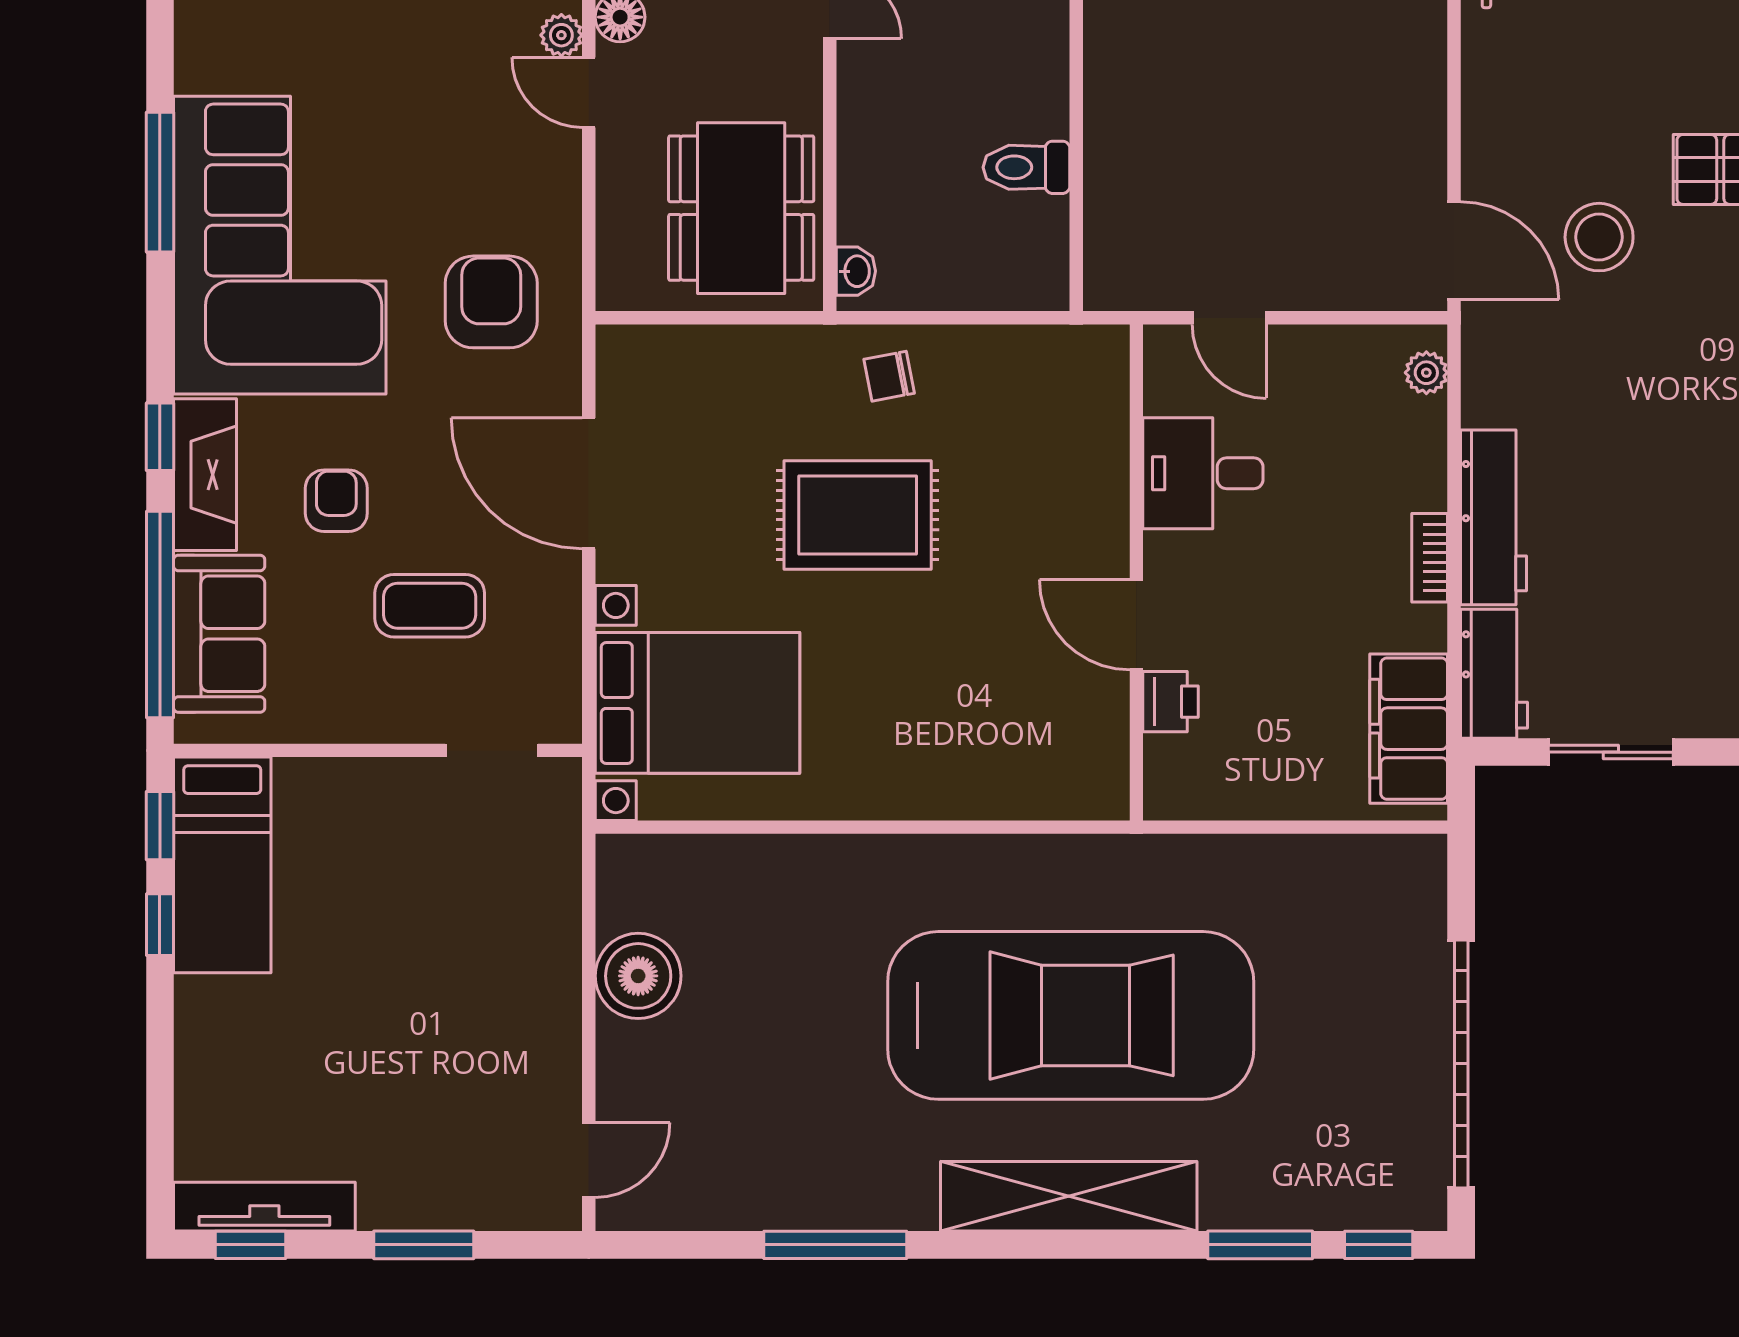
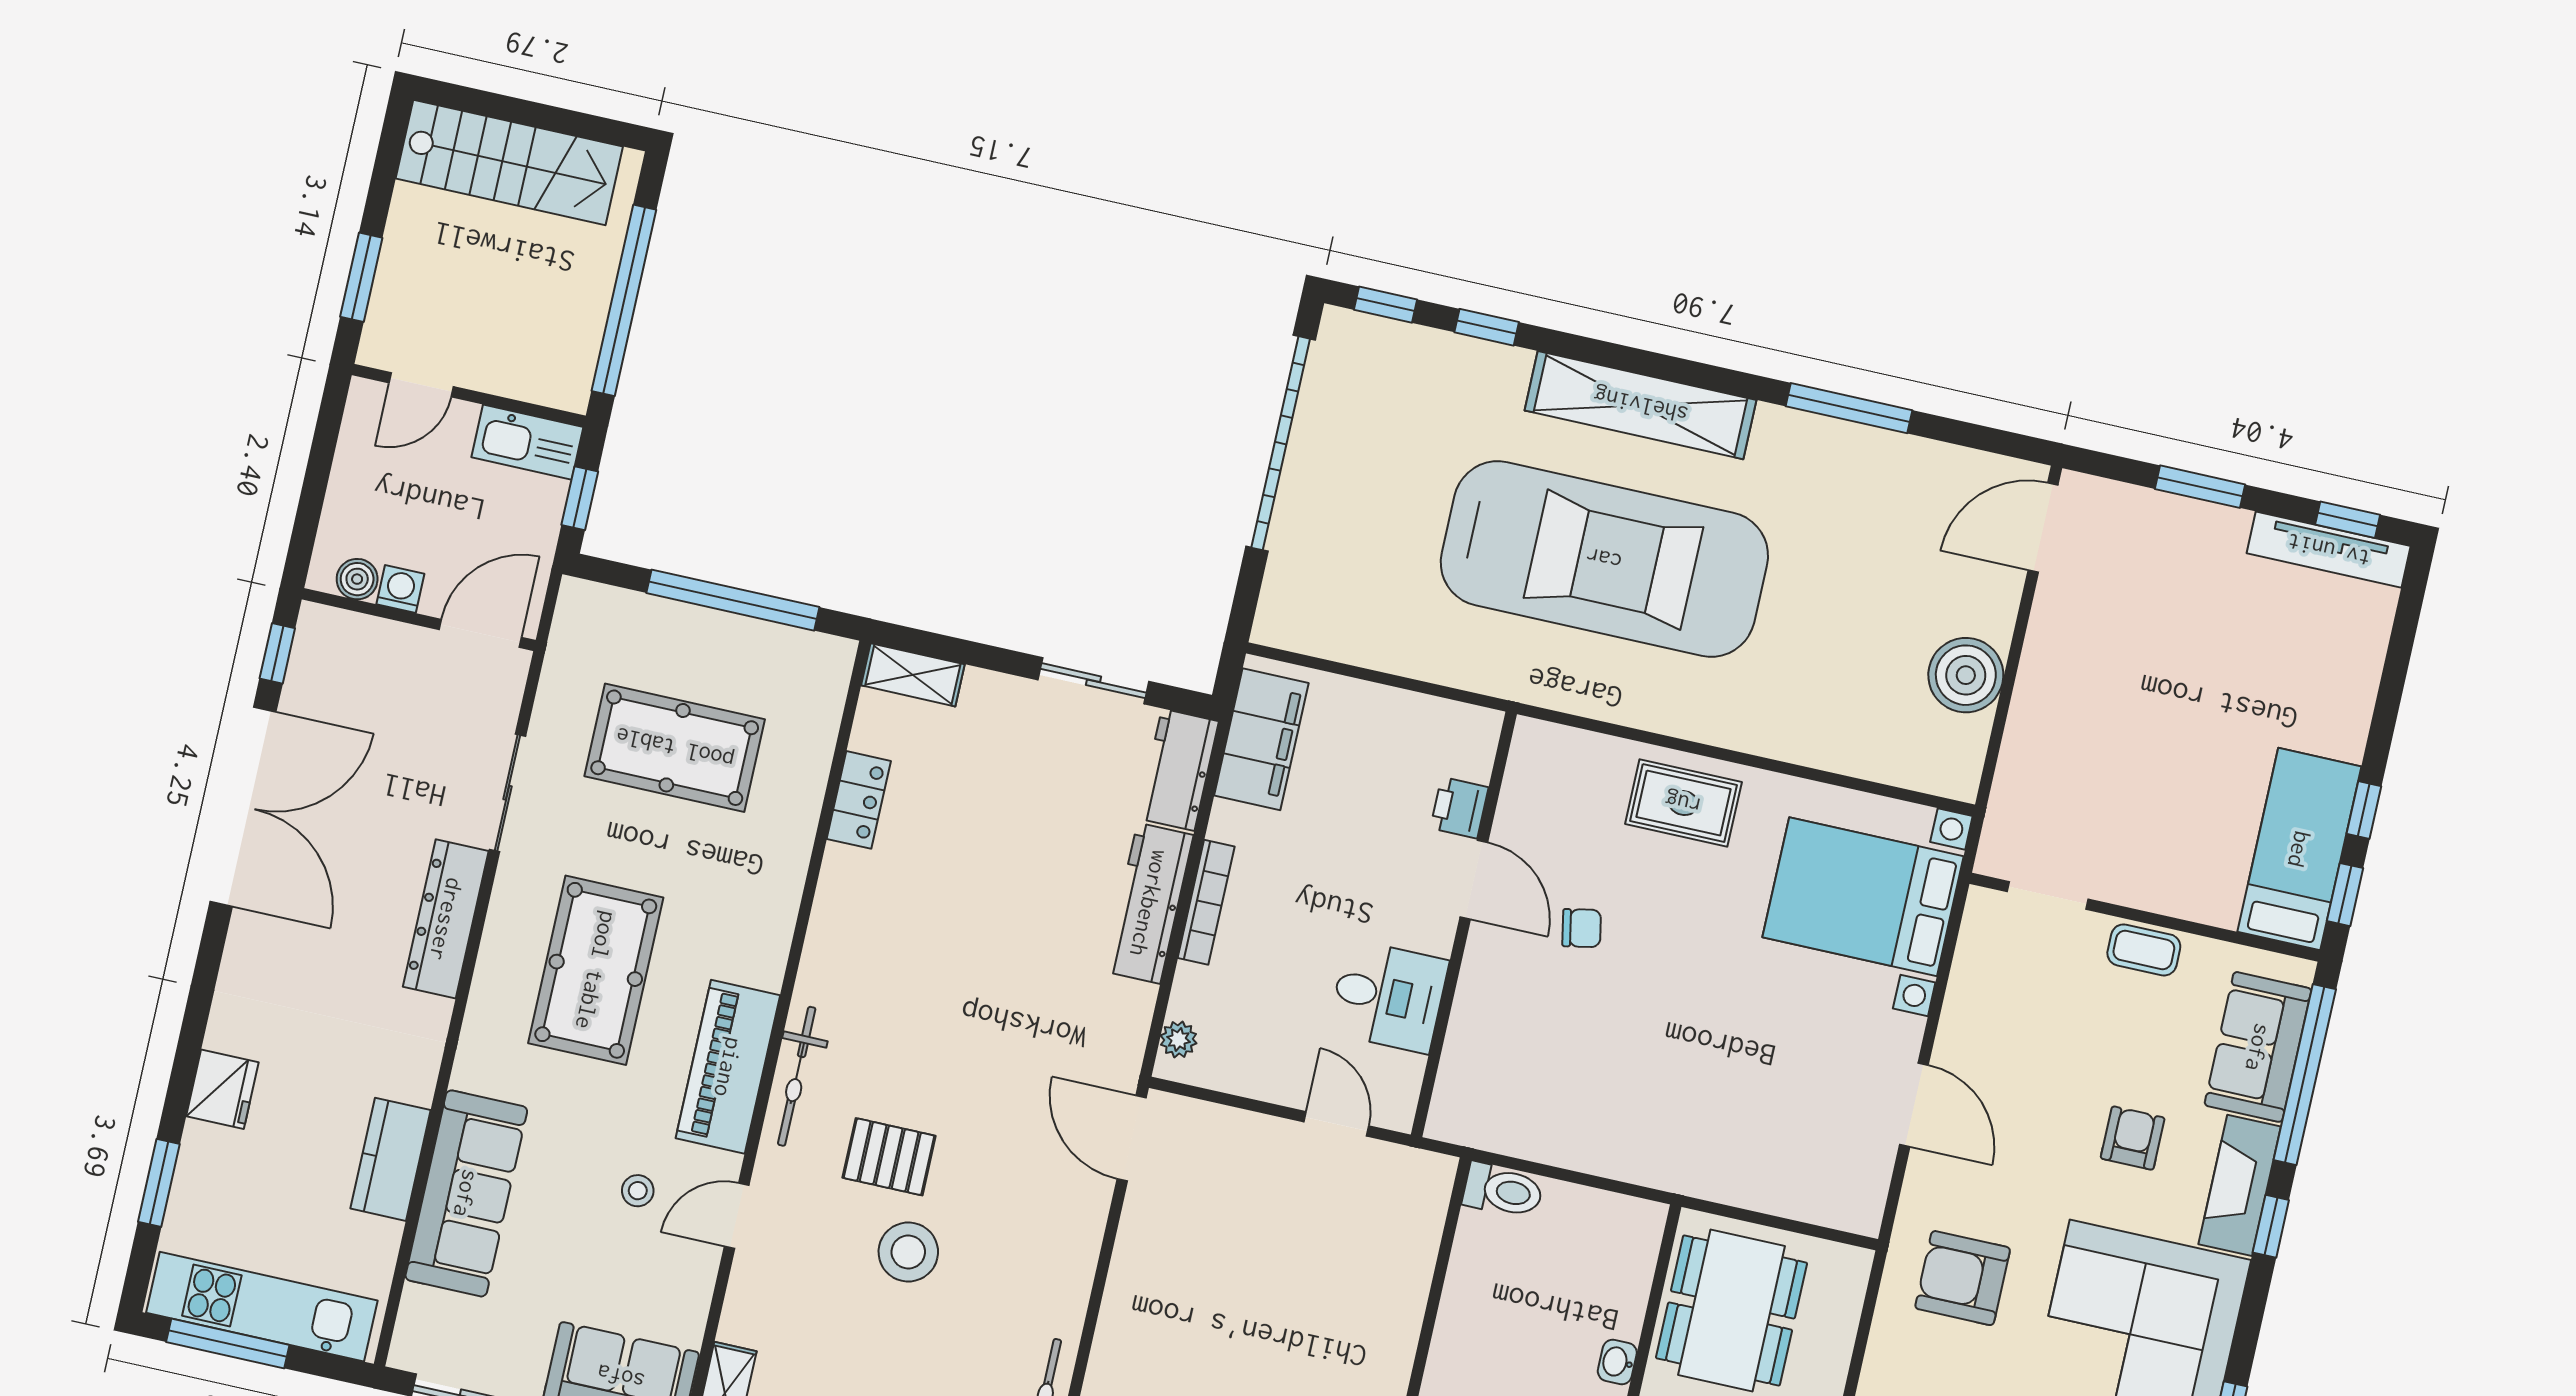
toilet: (1026, 167) -> (1503, 1191), moved
stool: (1599, 237) -> (908, 1252), moved
washbasin: (856, 271) -> (1617, 1362), moved
armchair: (491, 302) -> (1963, 1278), turned 90
chair: (889, 376) -> (1582, 928), moved
door: (589, 483) -> (1914, 1105), width x0.73
armchair: (336, 501) -> (2133, 1138), turned 180
rug: (858, 515) -> (1683, 803), moved, width x0.73, depth x0.70
bookcase: (1430, 558) -> (1206, 902), width x1.56
coffee table: (430, 606) -> (2144, 950), moved, width x0.73, depth x0.77
car: (1071, 1015) -> (1604, 559), turned 180
door: (589, 1160) -> (2043, 528), width x1.38
window: (1260, 1245) -> (1487, 327), width x0.67

